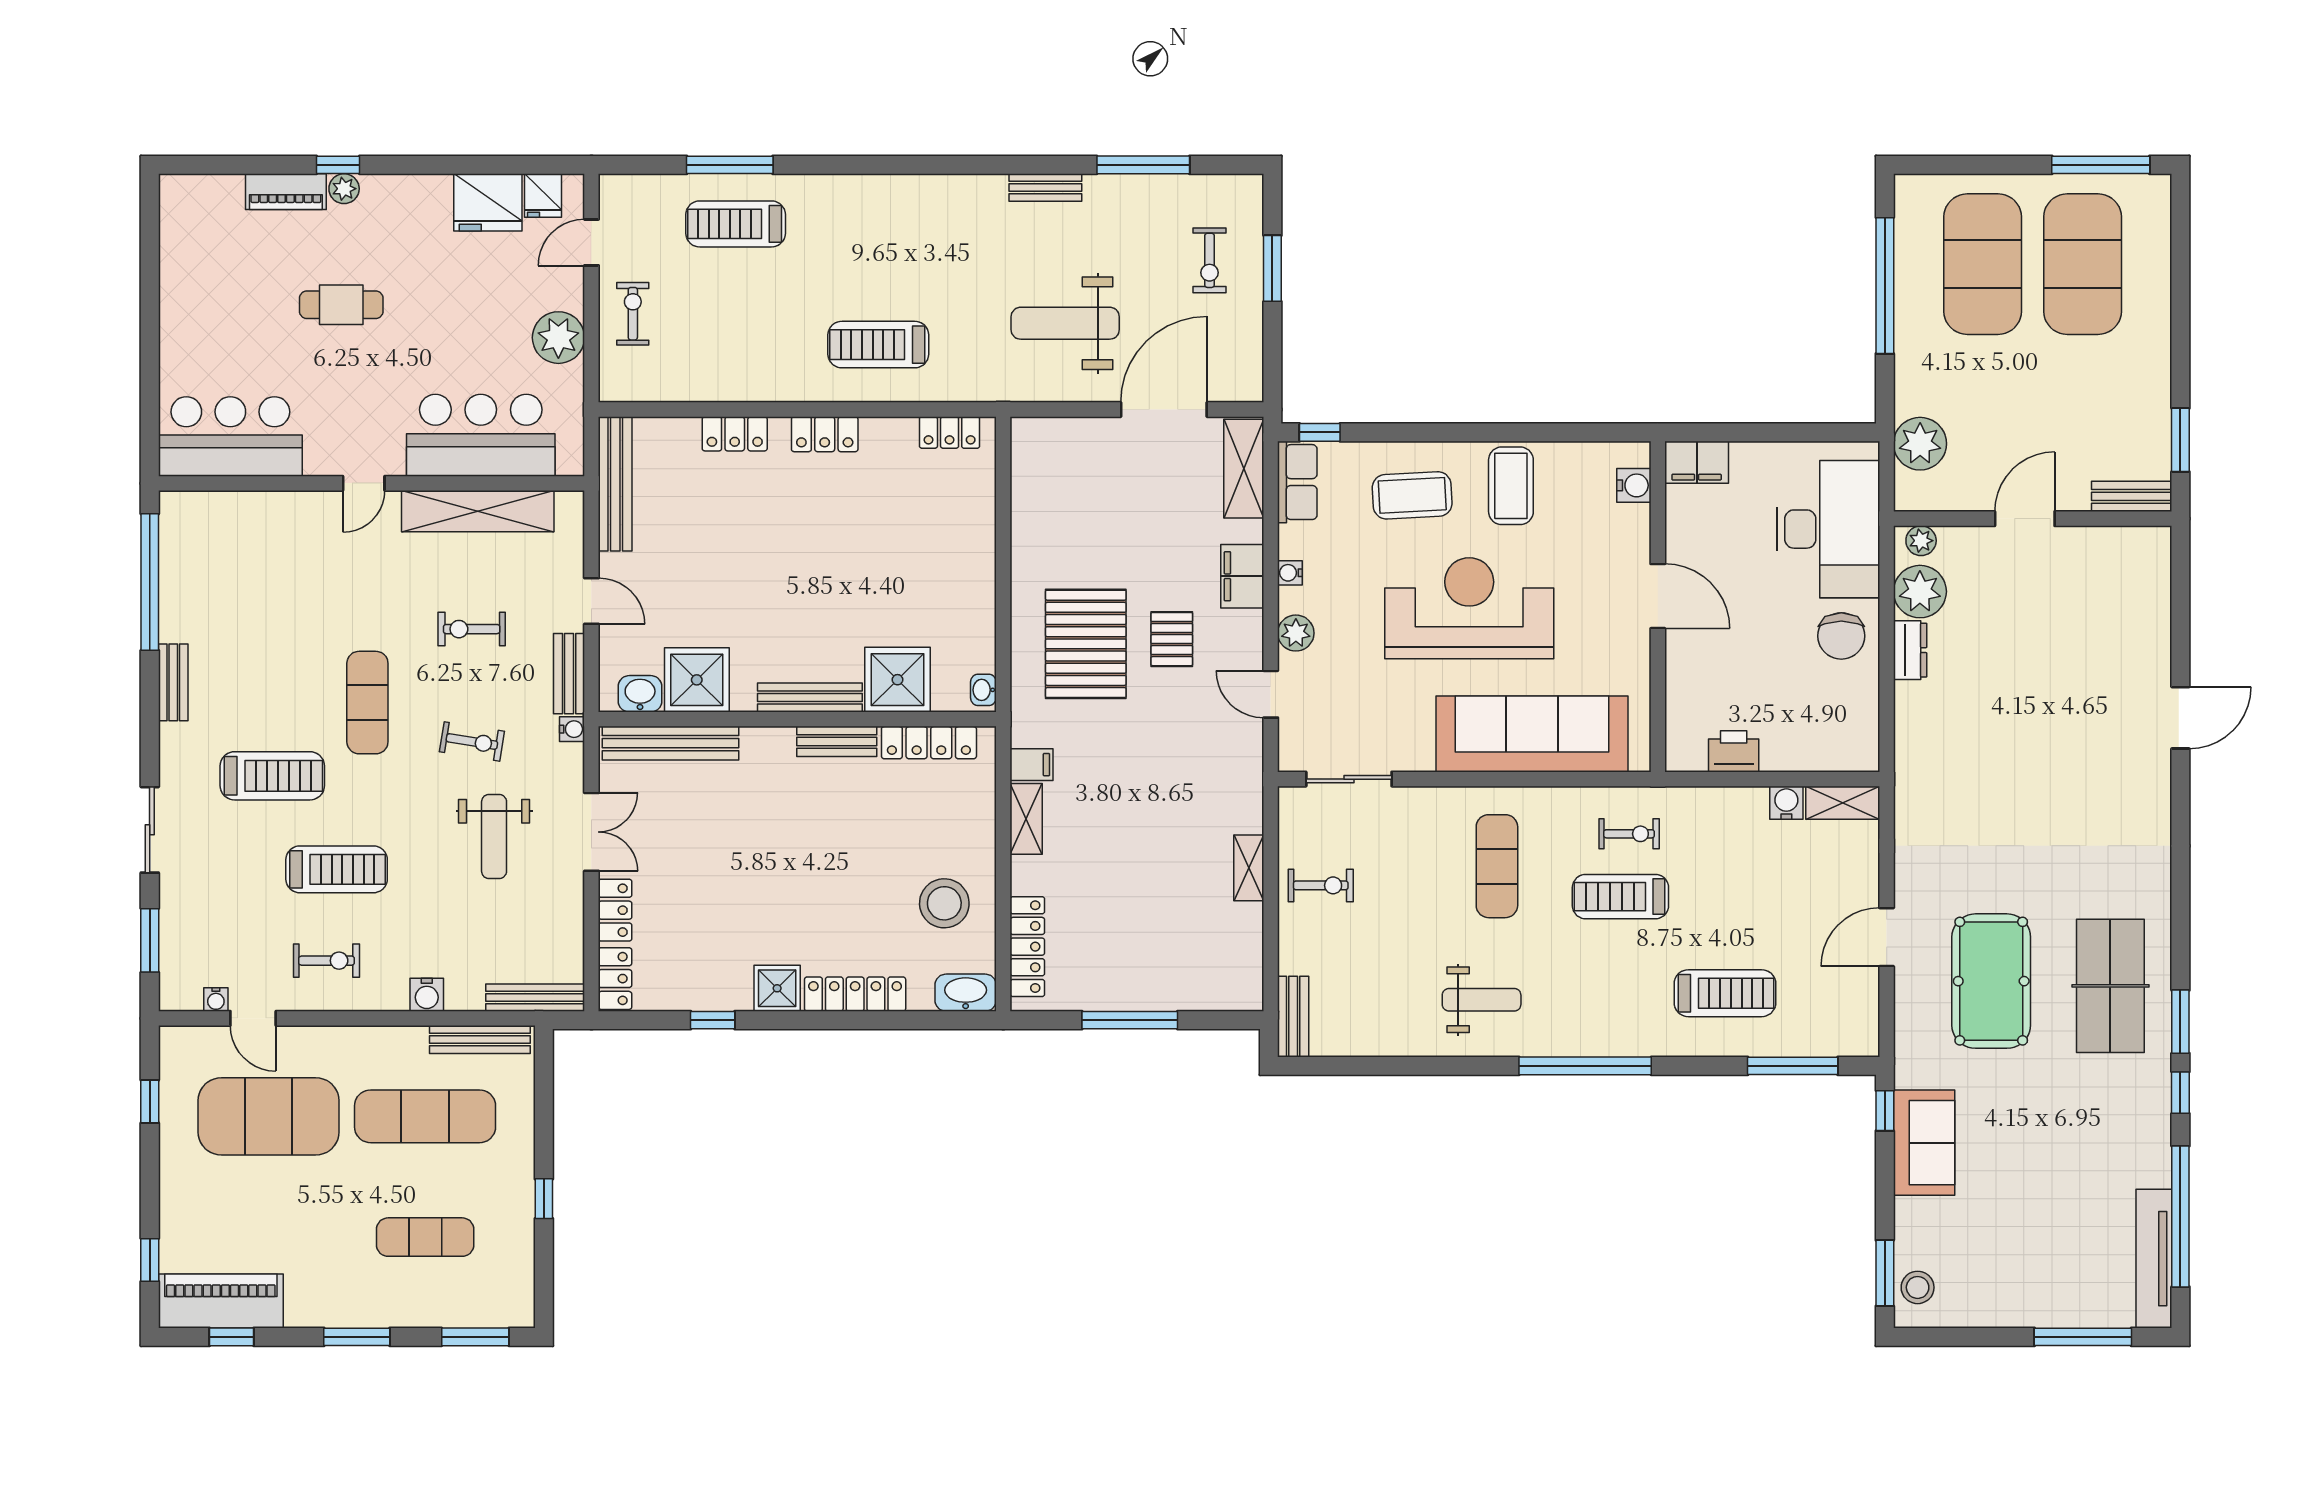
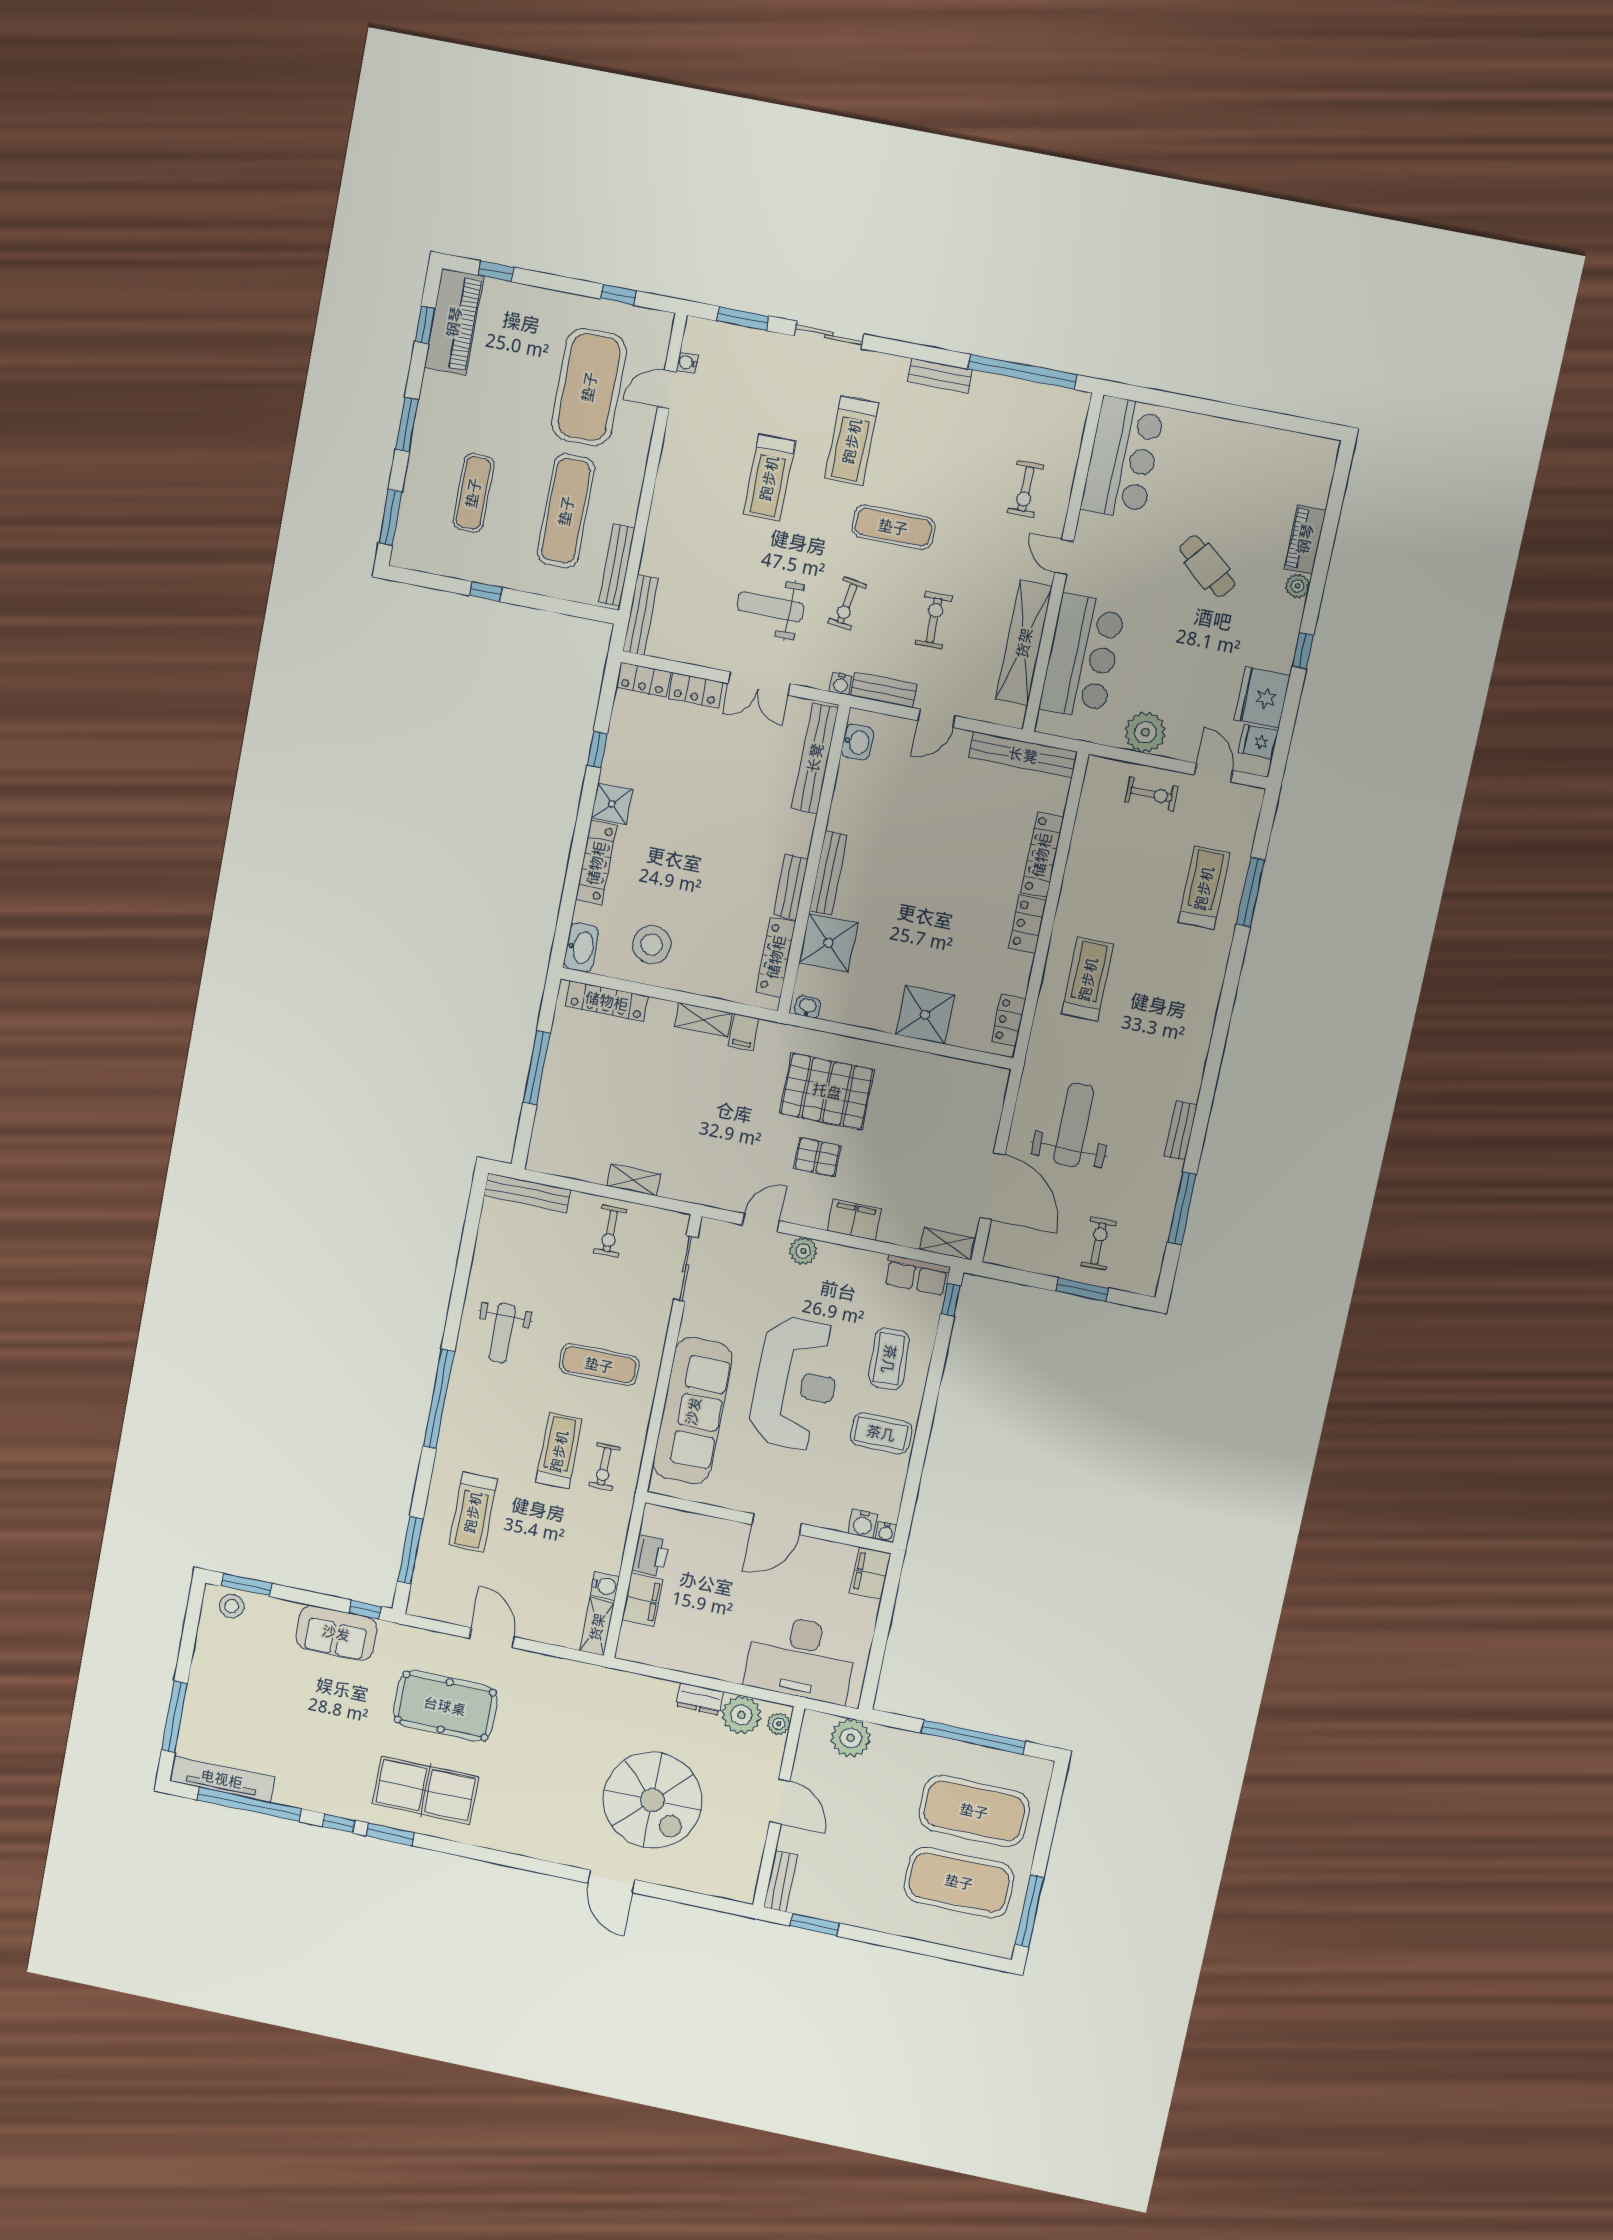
window: (338, 165) -> (1303, 651), moved
exercise bike: (1210, 260) -> (1098, 1244), turned 90
cafe table: (341, 305) -> (1207, 566), turned -51
locker: (735, 434) -> (1042, 855), width x1.53
shelving: (1244, 469) -> (947, 1244), width x0.67, depth x0.75
water cooler: (1290, 573) -> (886, 1532), moved, turned 180
chair: (1841, 636) -> (720, 1651), removed
shower: (697, 680) -> (925, 1015), moved
spiral stairs: (2059, 685) -> (652, 1800), added
filing cabinet: (1794, 750) -> (642, 1600), added
exercise bike: (327, 961) -> (1026, 489), moved
water cooler: (427, 995) -> (659, 530), removed
bench: (1293, 1017) -> (527, 1193), width x1.36

